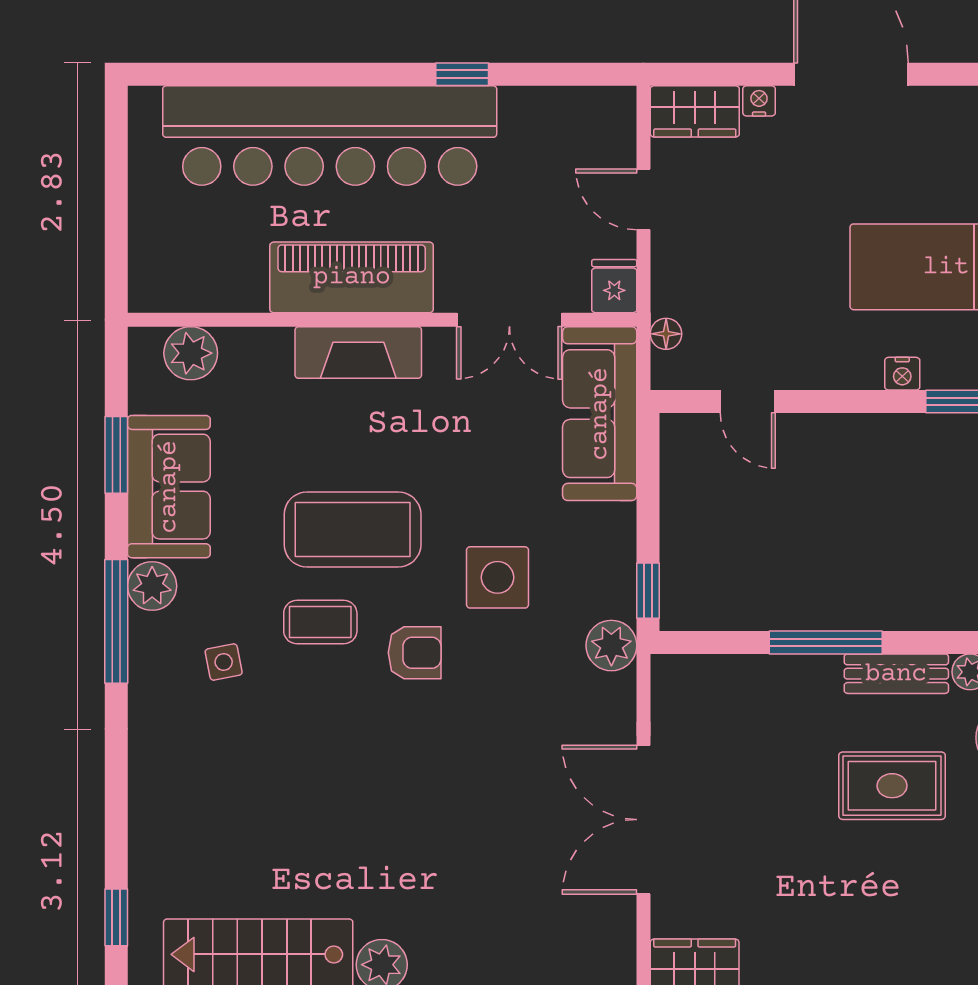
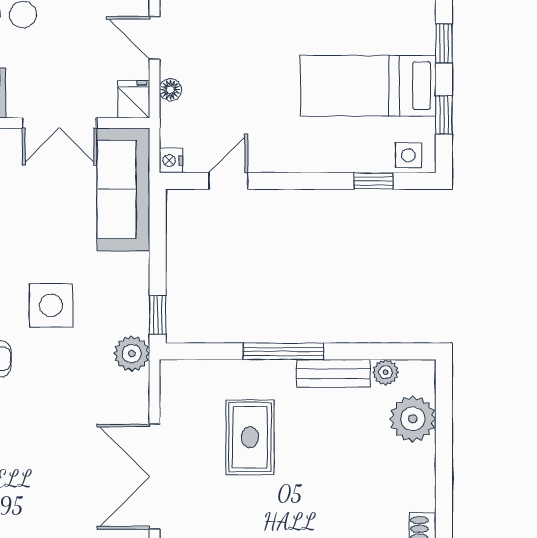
floor lamp: (666, 334) -> (170, 90), moved
nightstand: (902, 374) -> (171, 161), moved, turned 90
door: (748, 402) -> (228, 181), swing flipped
rug: (892, 786) -> (250, 437), moved, turned 90

